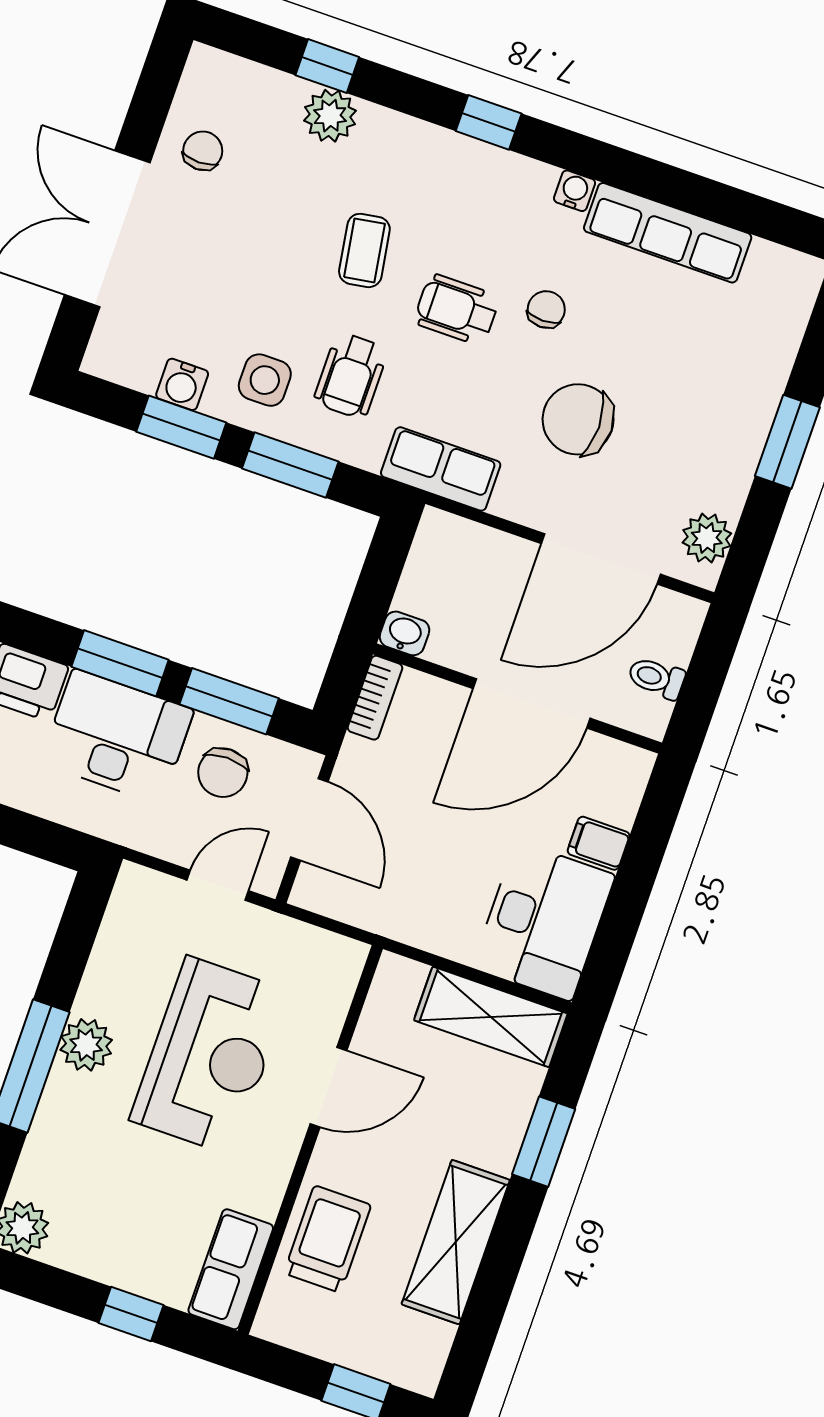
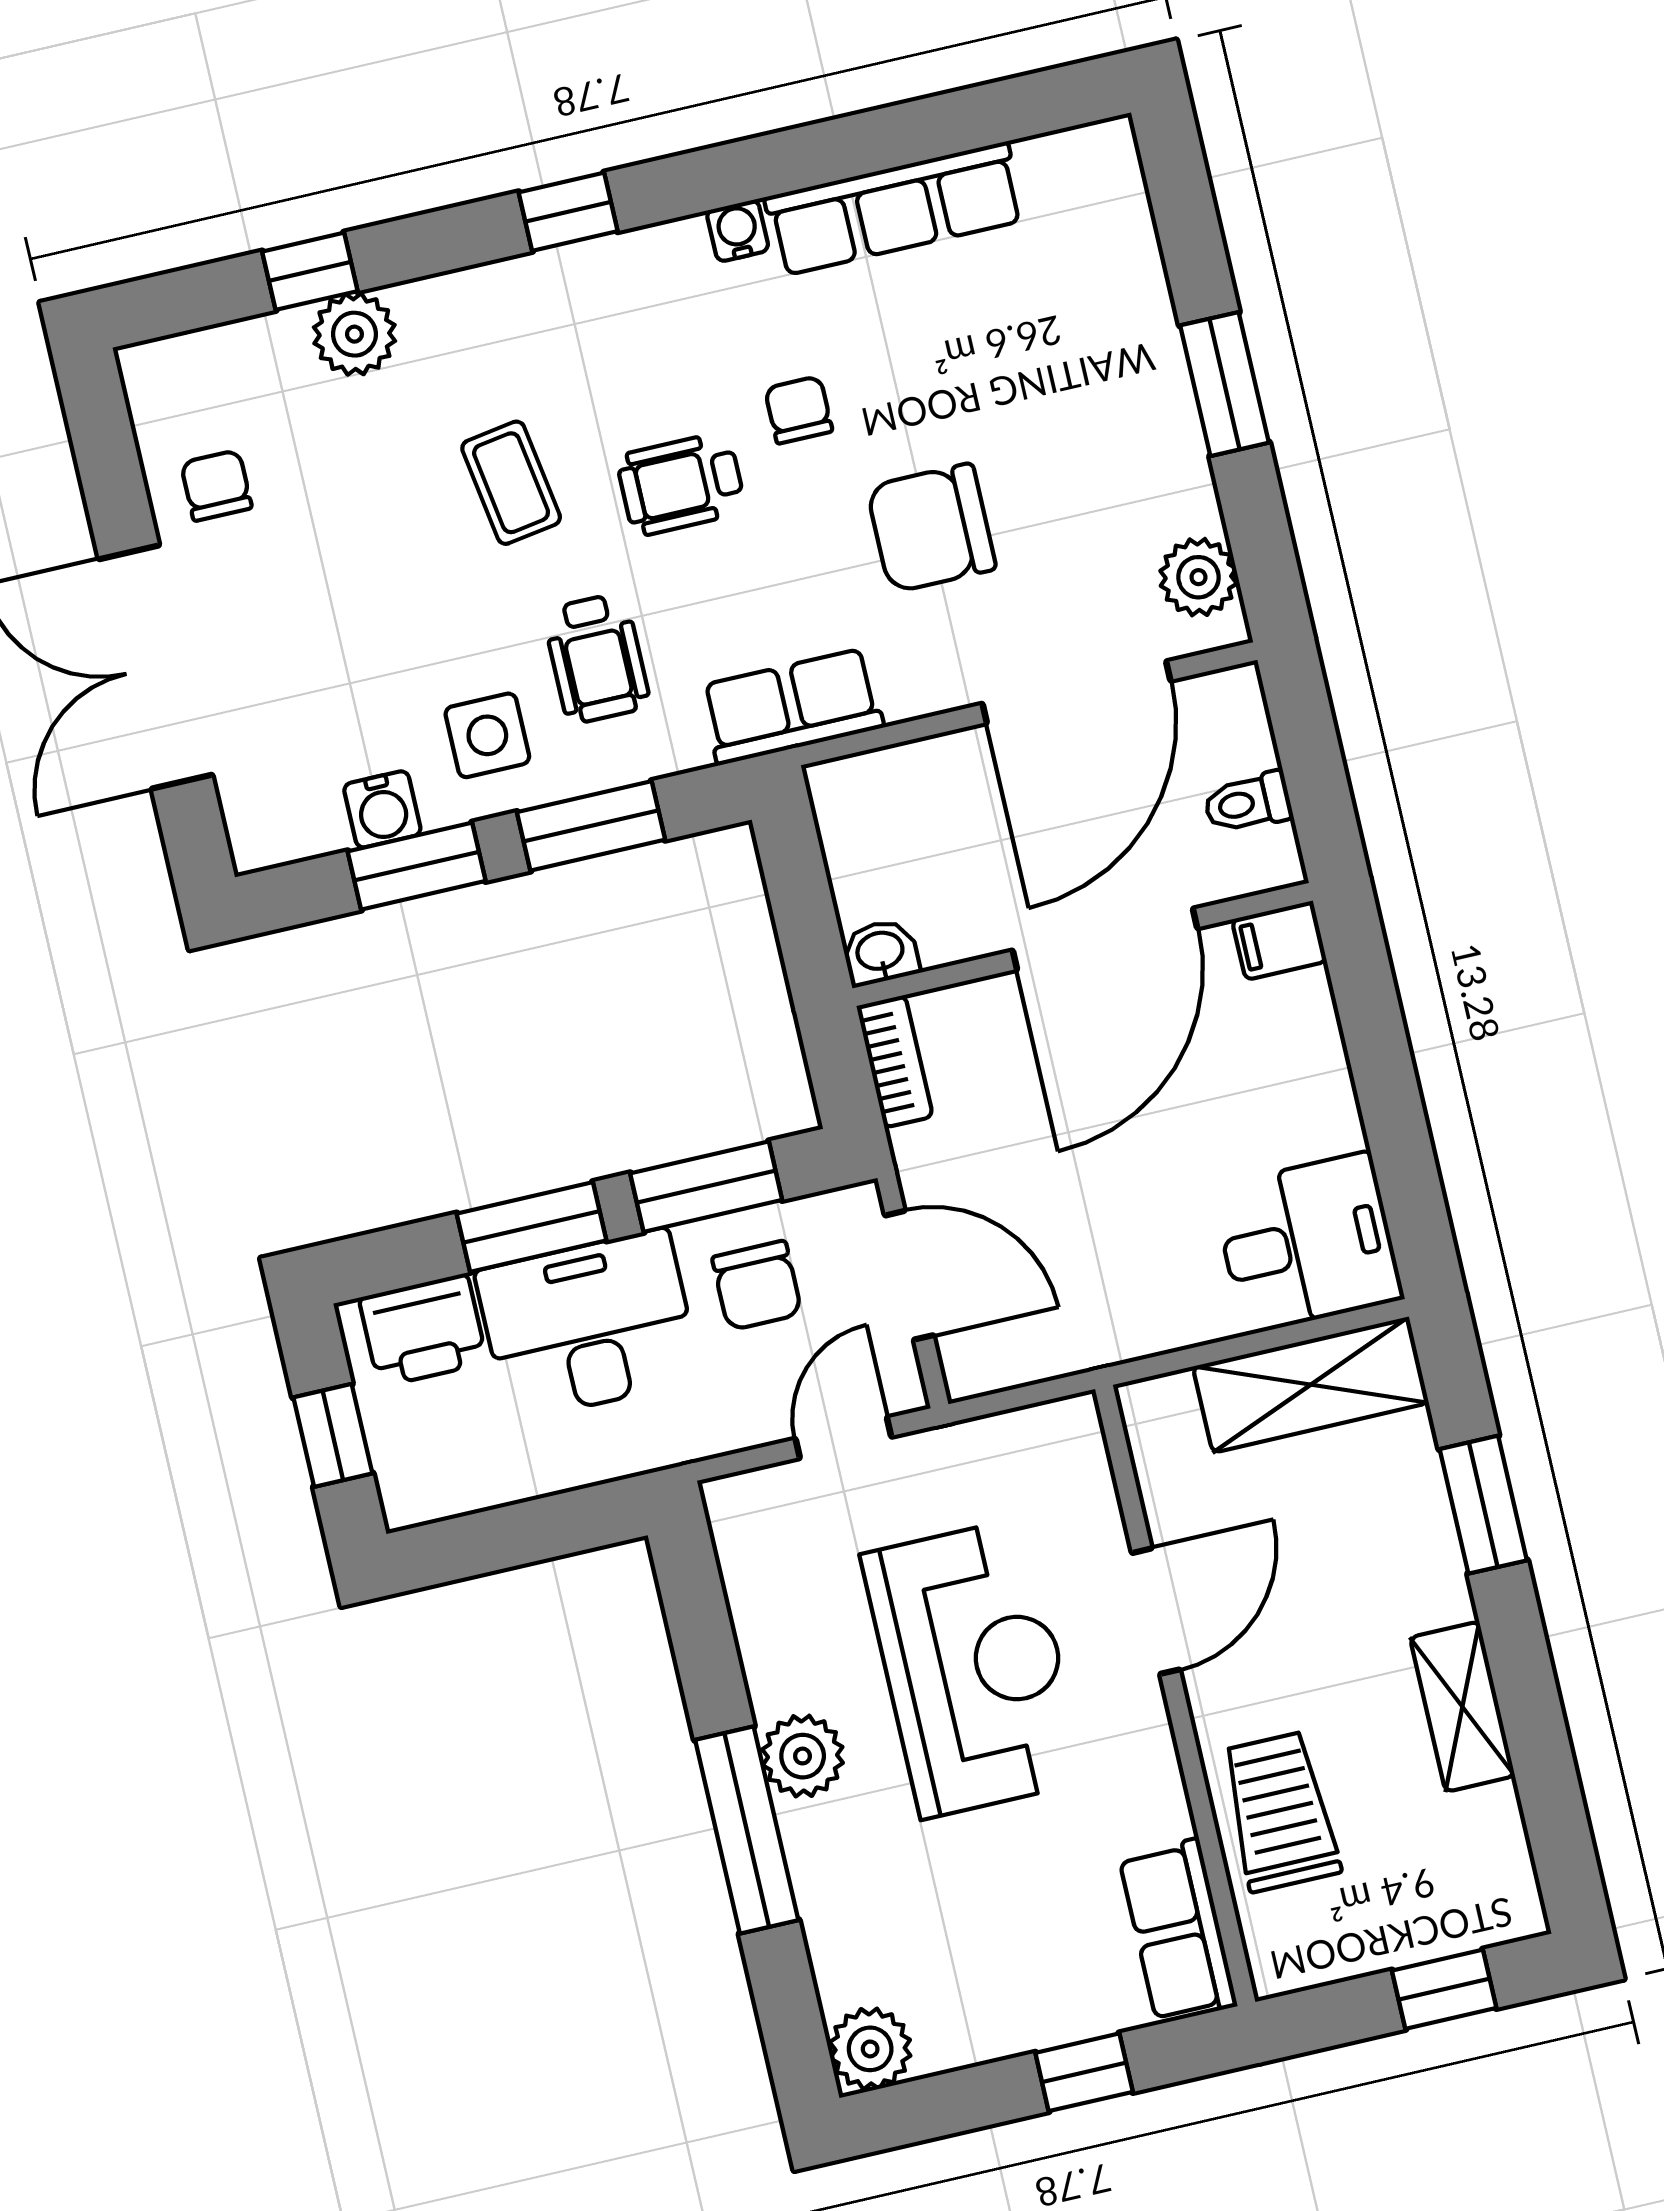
filing cabinet: (599, 843) -> (1279, 940), moved
desk: (544, 921) -> (1307, 1243), width x0.73
shelving: (456, 1242) -> (1462, 1707), width x0.67, depth x0.75

